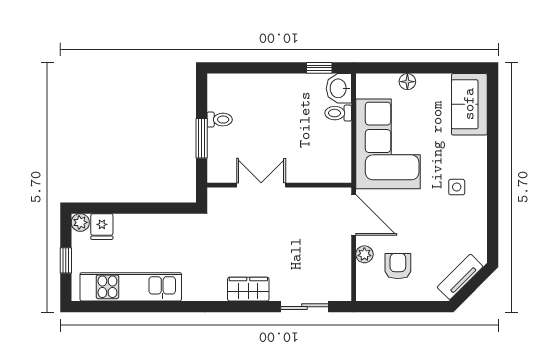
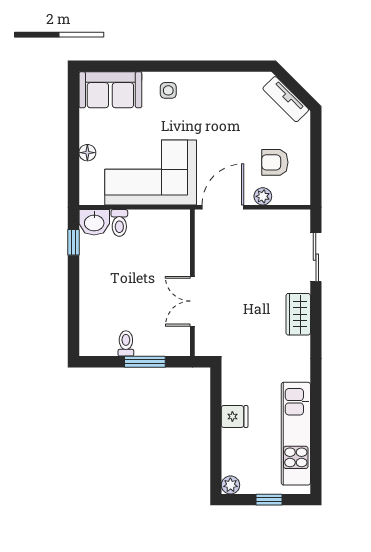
side table: (457, 187) -> (168, 90), moved
fridge: (102, 227) -> (235, 417), moved

